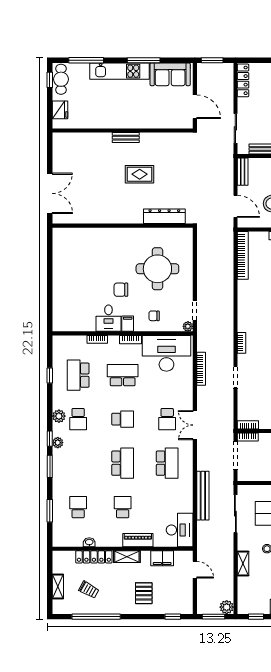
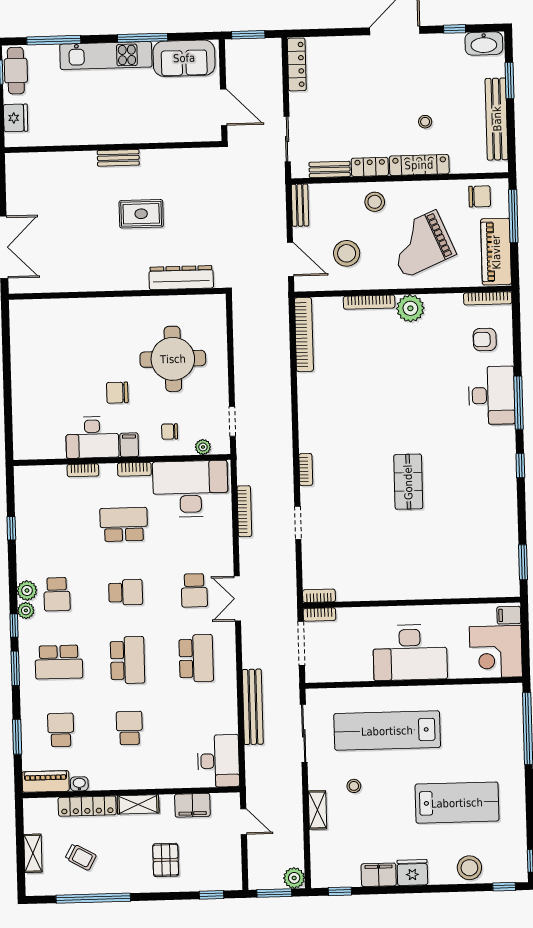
desk: (108, 318) -> (92, 437), width x1.37
plant: (188, 326) -> (203, 447), moved
school desk: (78, 375) -> (59, 662), moved, turned -90
plant: (58, 443) -> (26, 610), moved
piano: (138, 540) -> (46, 781), moved

